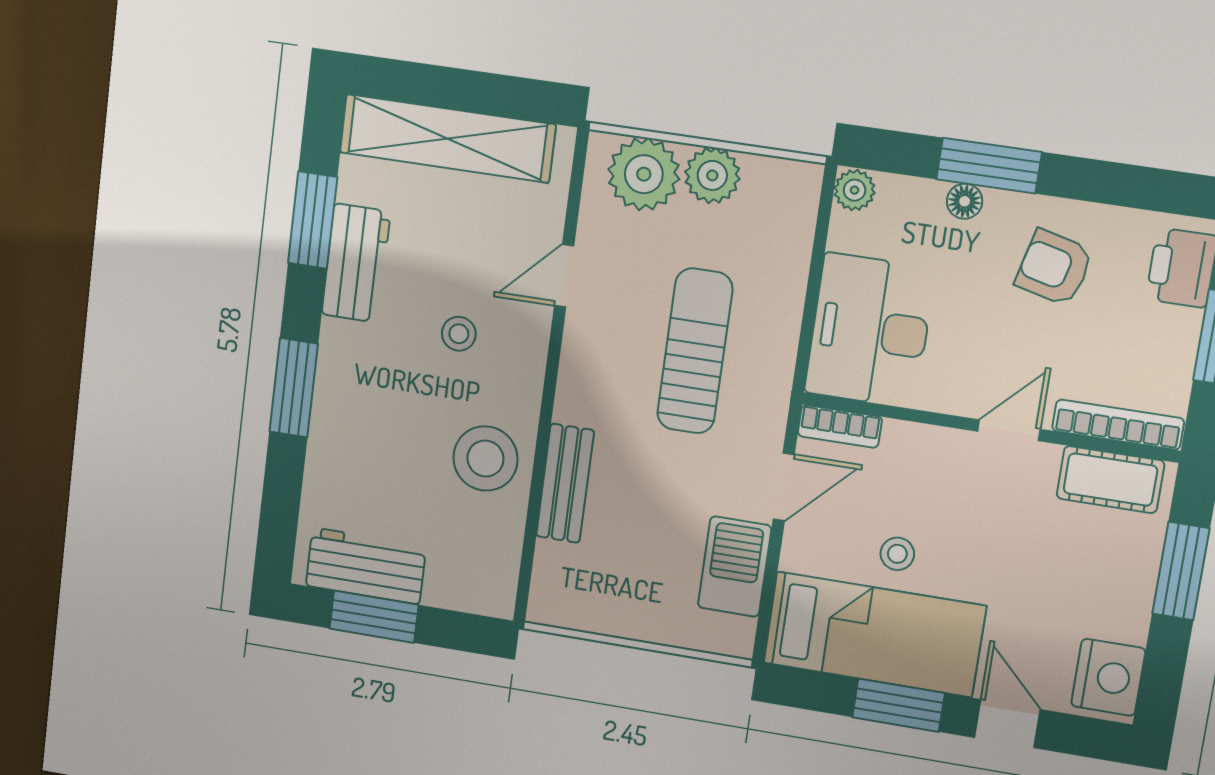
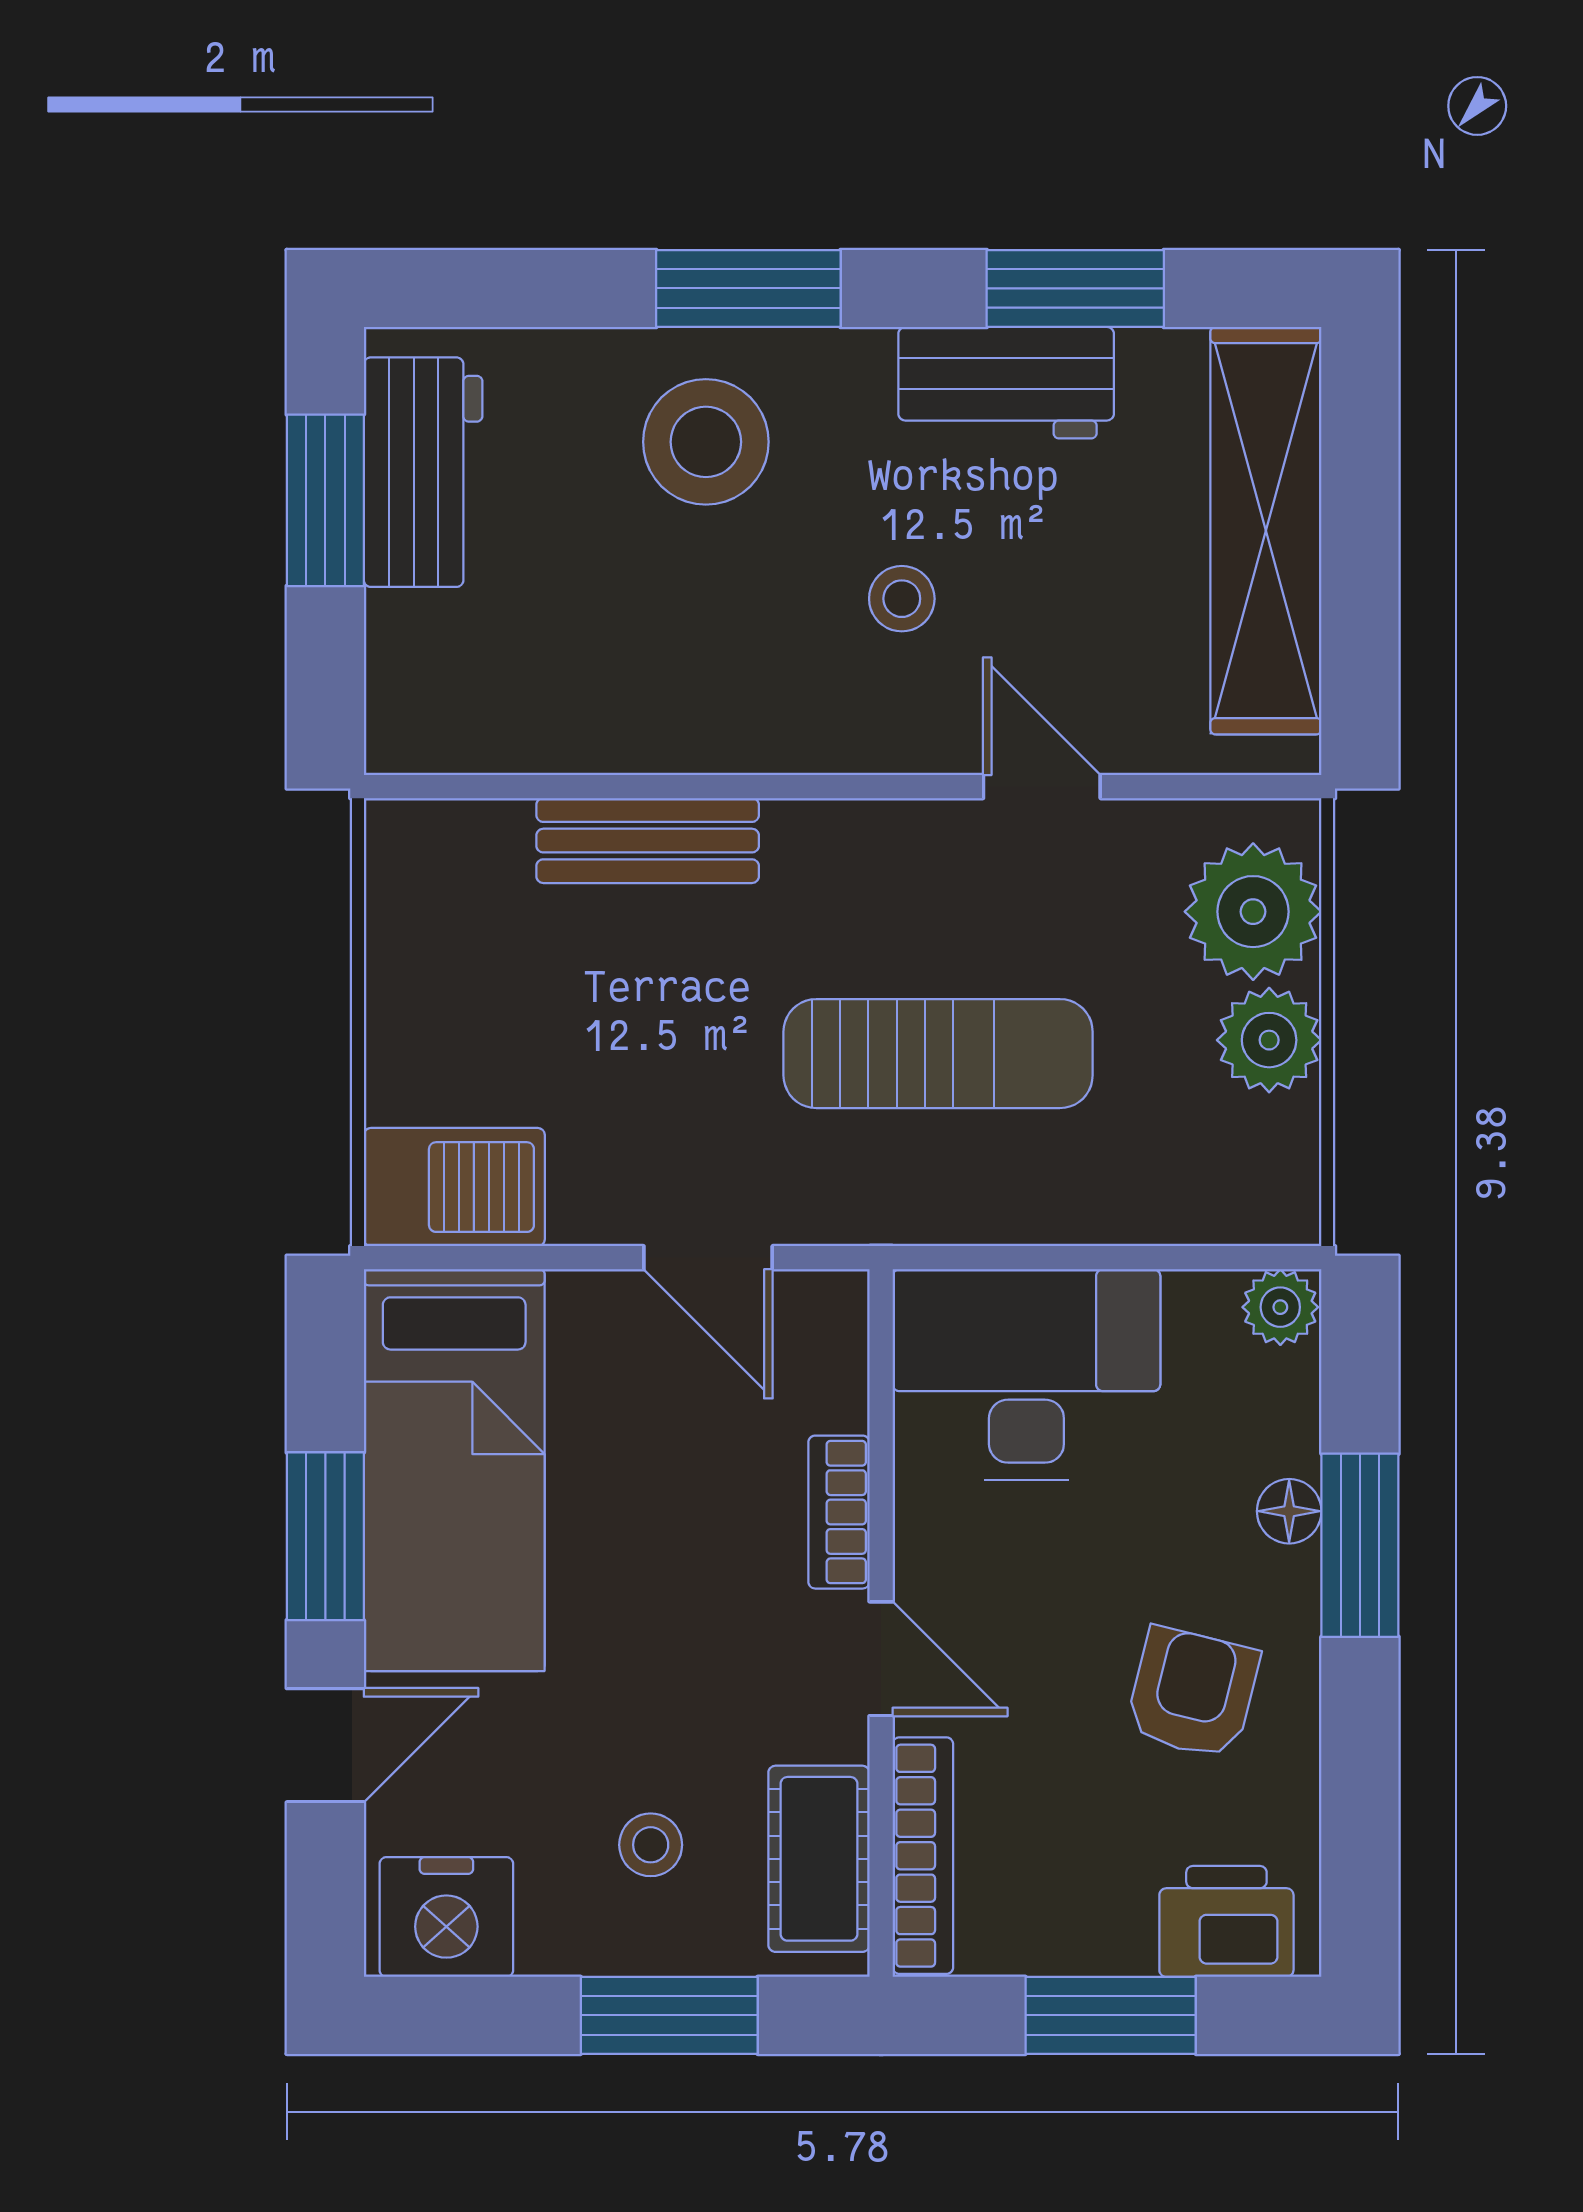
bookcase: (840, 426) -> (839, 1512), moved
stool: (485, 458) -> (706, 442), moved
stool: (897, 554) -> (651, 1845), moved
barbecue: (735, 567) -> (454, 1187), moved

